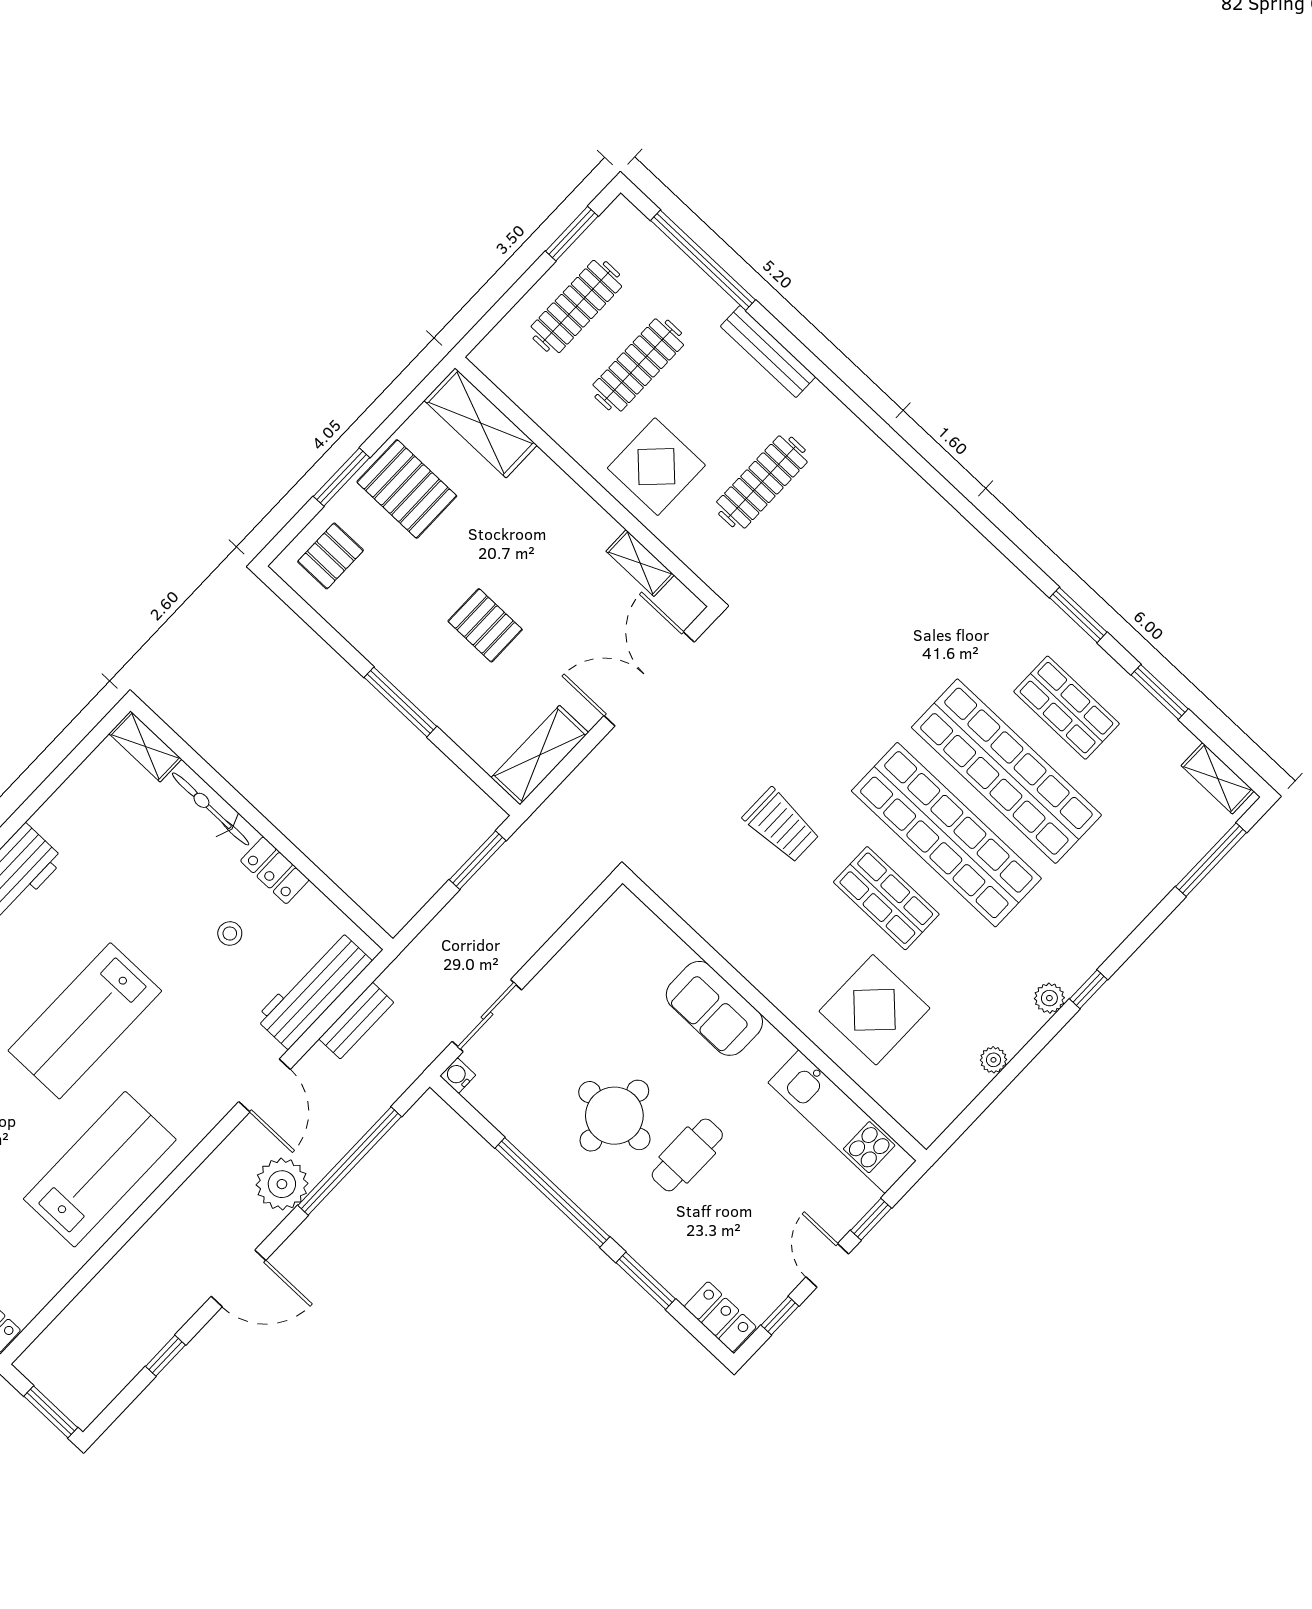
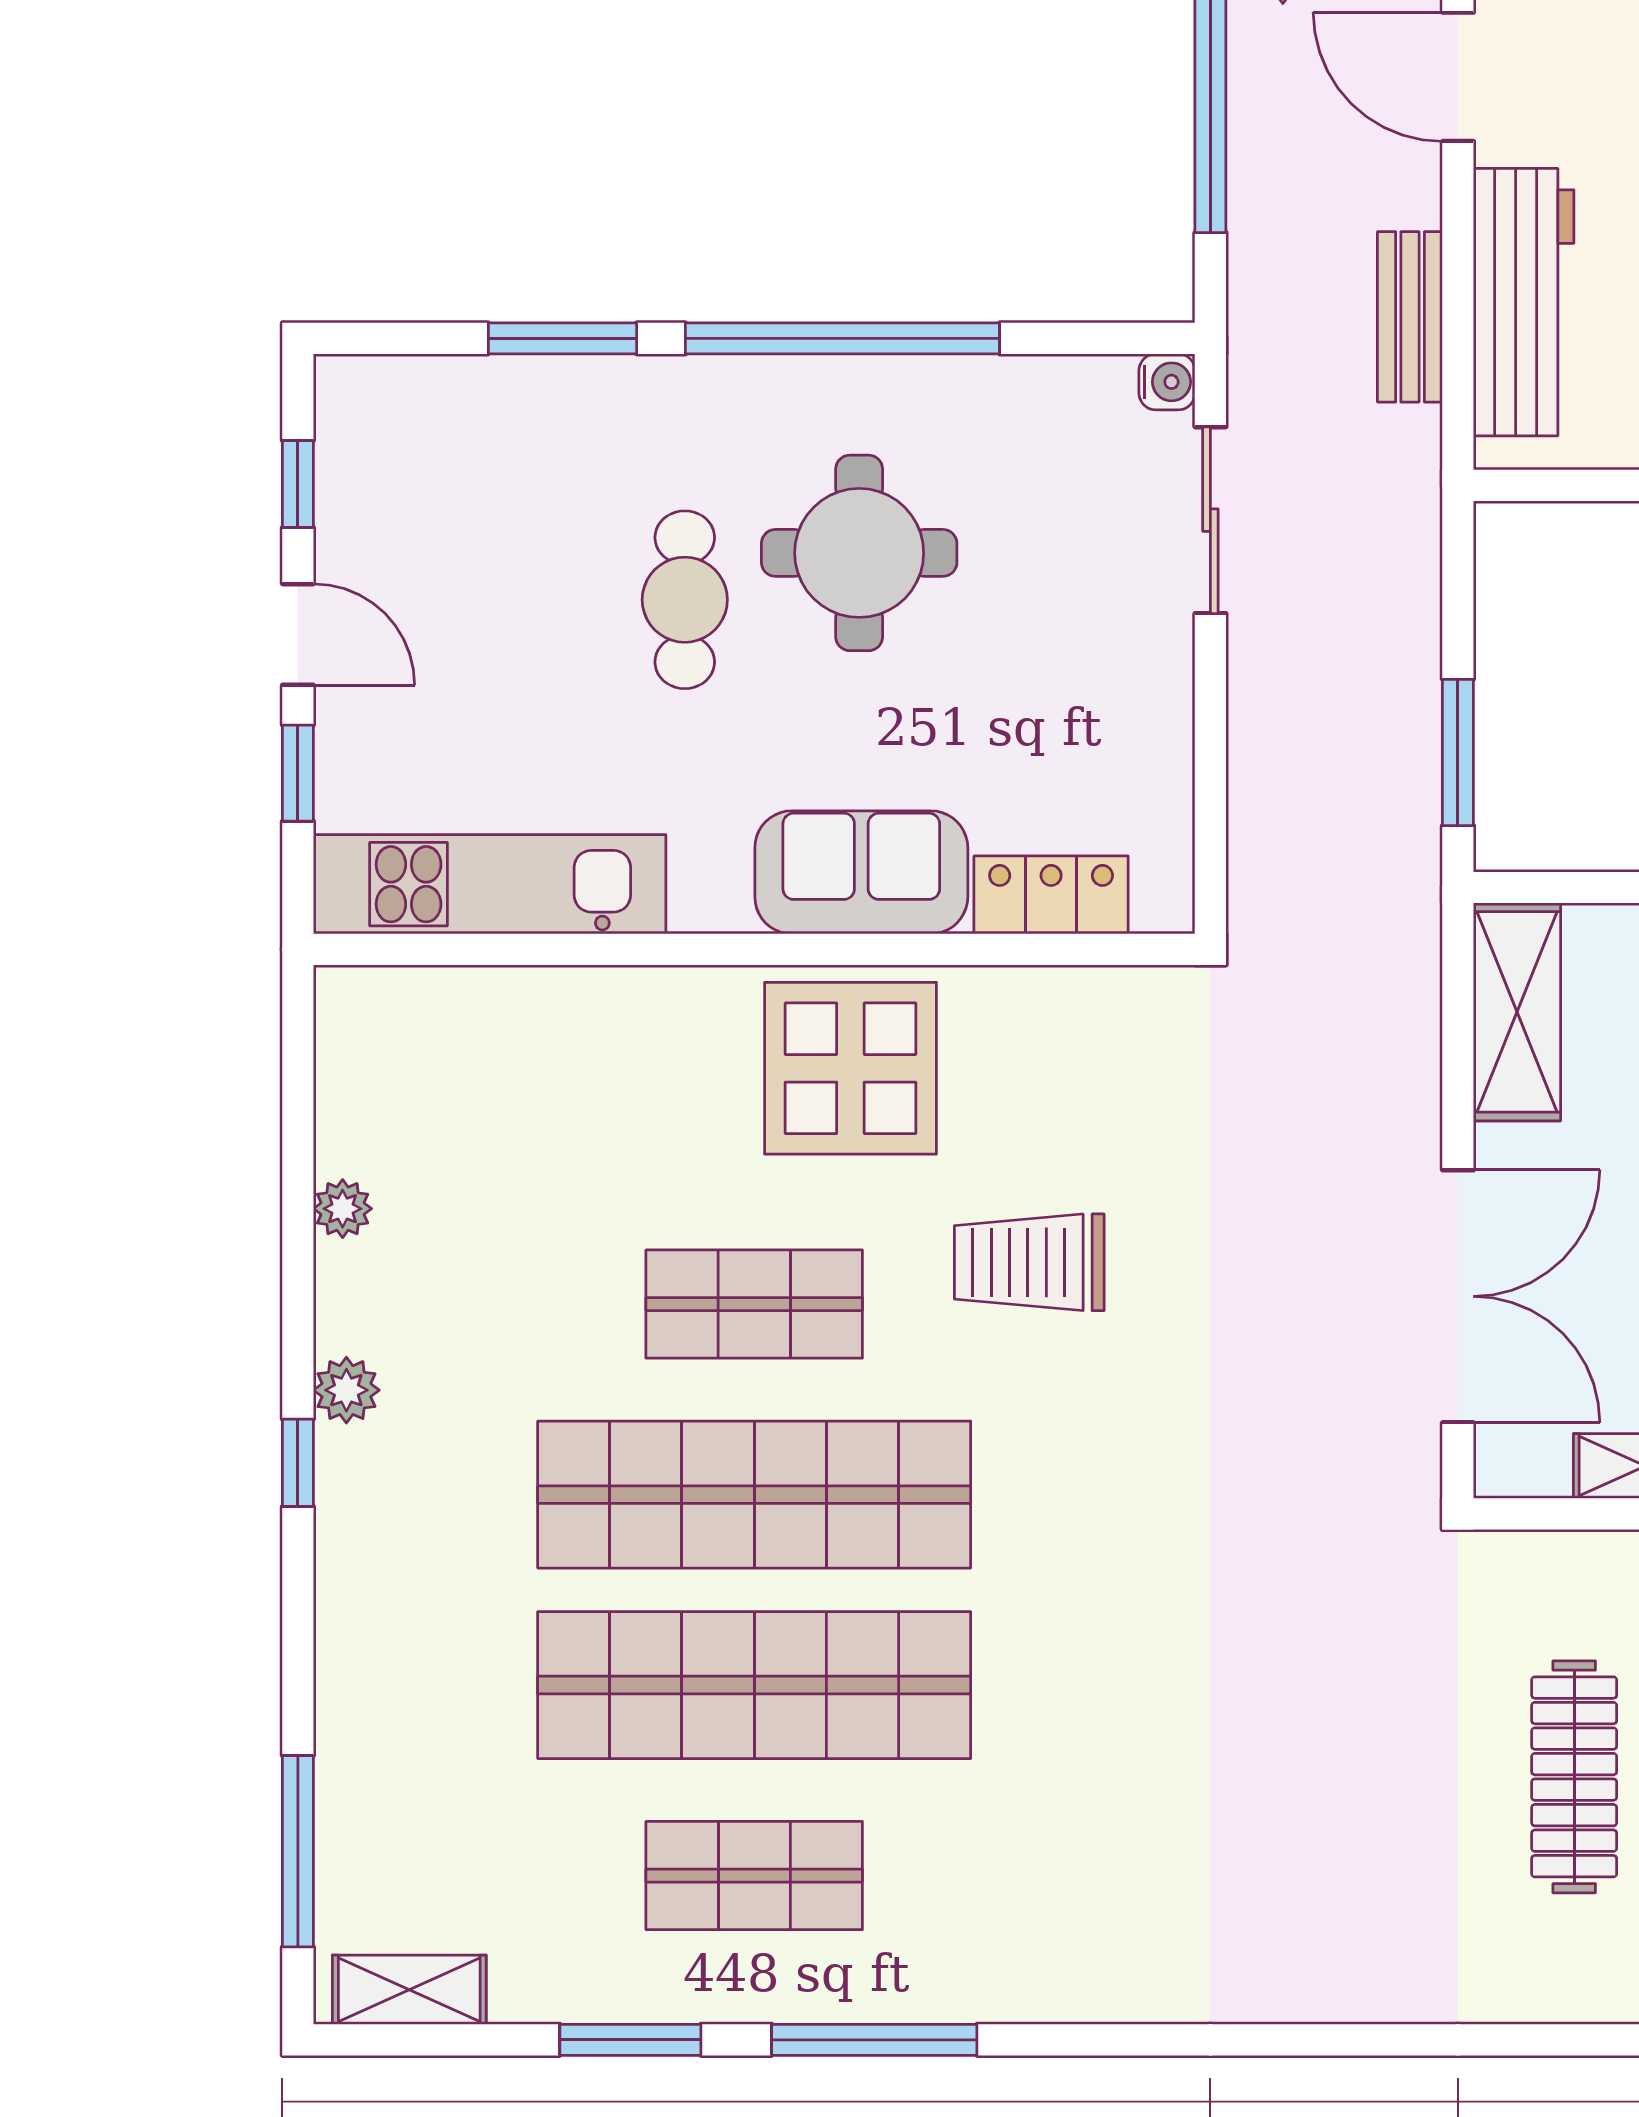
window: (1078, 615) -> (874, 2040), width x1.44
display table: (874, 1010) -> (850, 1068), moved
locker: (720, 1317) -> (1051, 895), moved, turned 180

